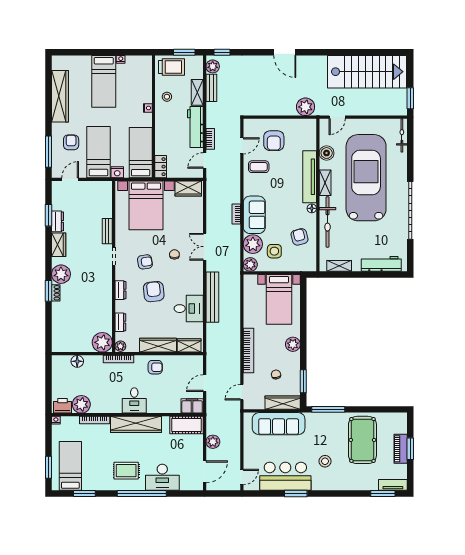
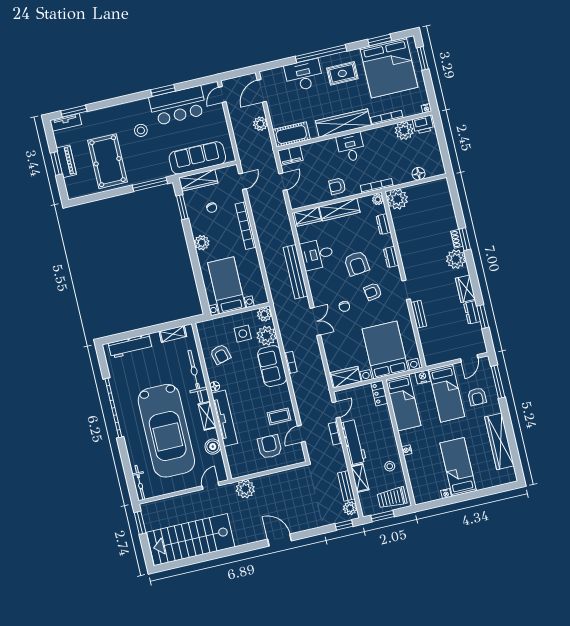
bed: (70, 466) -> (389, 68), width x2.04

